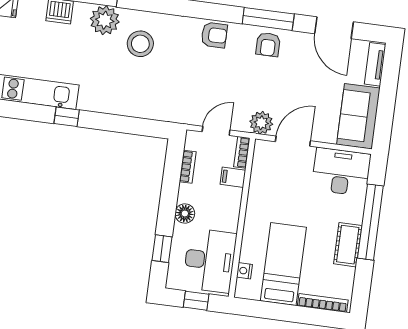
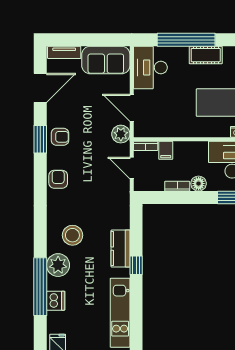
window: (268, 19) -> (40, 139), width x0.69
kitchen counter: (115, 103) -> (121, 249), added
window: (67, 117) -> (136, 265), moved
bookcase: (188, 167) -> (177, 186), moved

